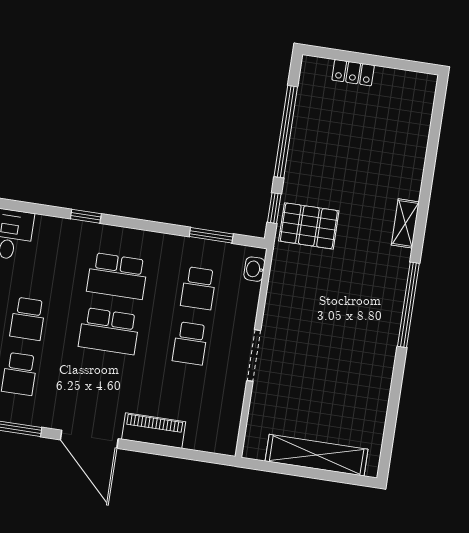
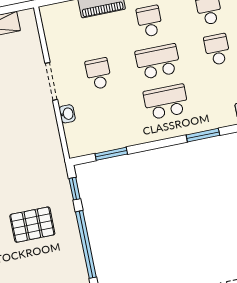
window: (86, 216) -> (203, 135), width x1.50
pallet: (309, 226) -> (32, 225), moved
washbasin: (254, 269) -> (67, 114), moved
school desk: (198, 288) -> (150, 21), moved

